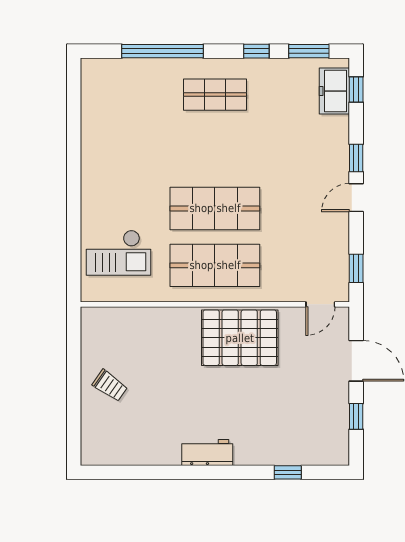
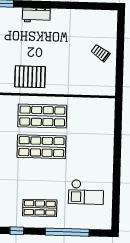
checkout: (119, 253) -> (86, 192), moved, turned 180
pallet: (240, 338) -> (30, 77), width x0.73, depth x0.71
workbench: (207, 453) -> (36, 15), moved

